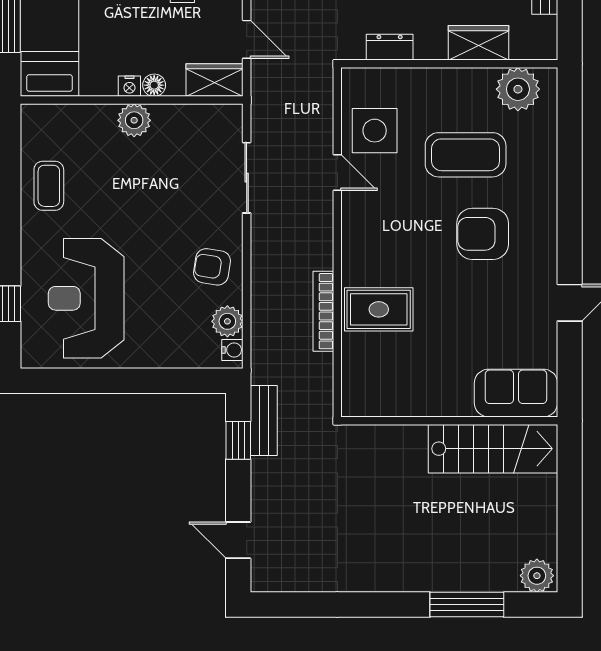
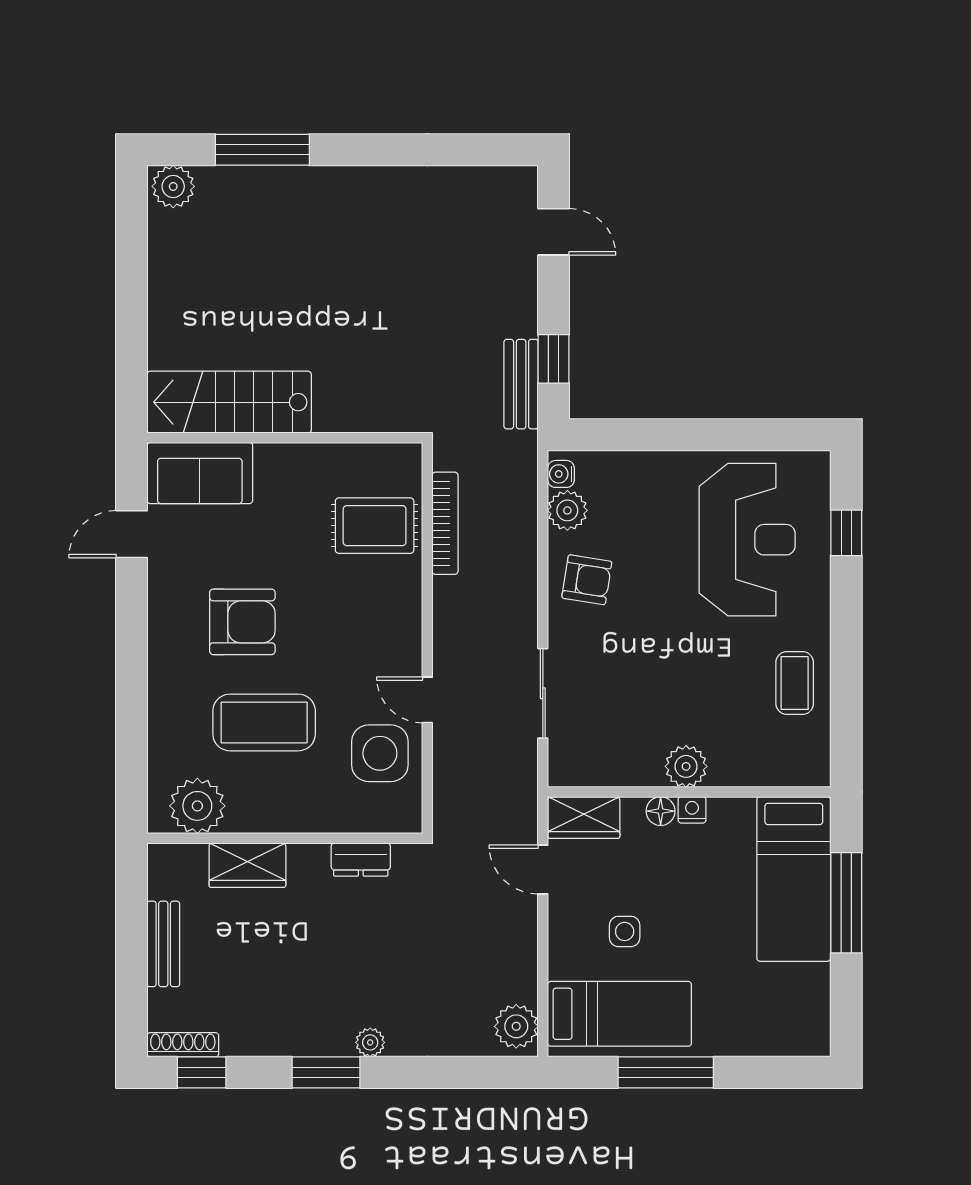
sofa: (516, 393) -> (200, 473), moved
wall: (449, 421) -> (285, 438), moved
stairs: (493, 449) -> (229, 402), moved

